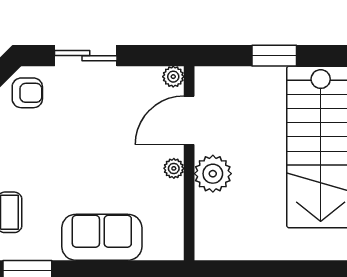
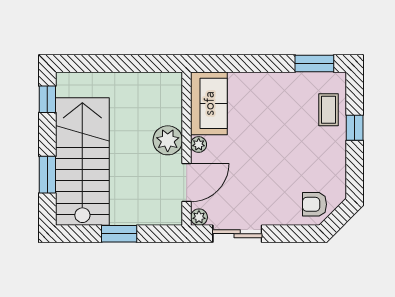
sliding door: (86, 56) -> (237, 234), moved
sofa: (102, 237) -> (209, 103), moved, turned -90

